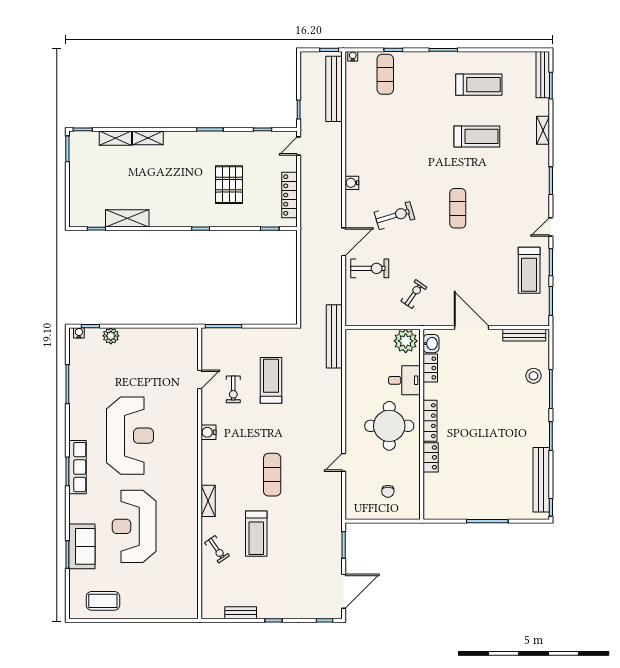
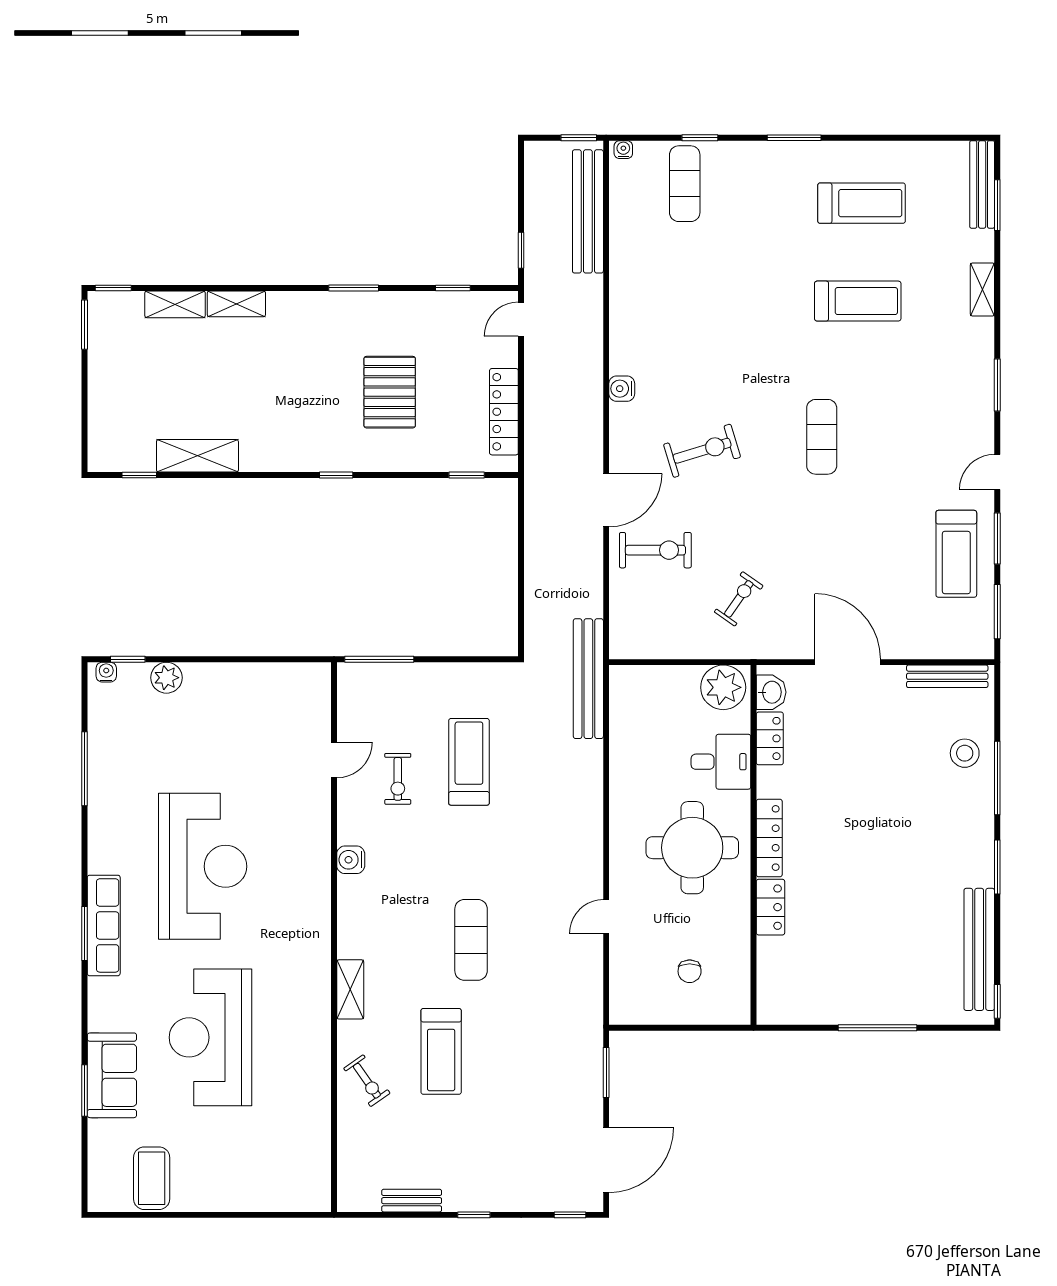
coffee table: (103, 601) -> (152, 1178), turned 90

